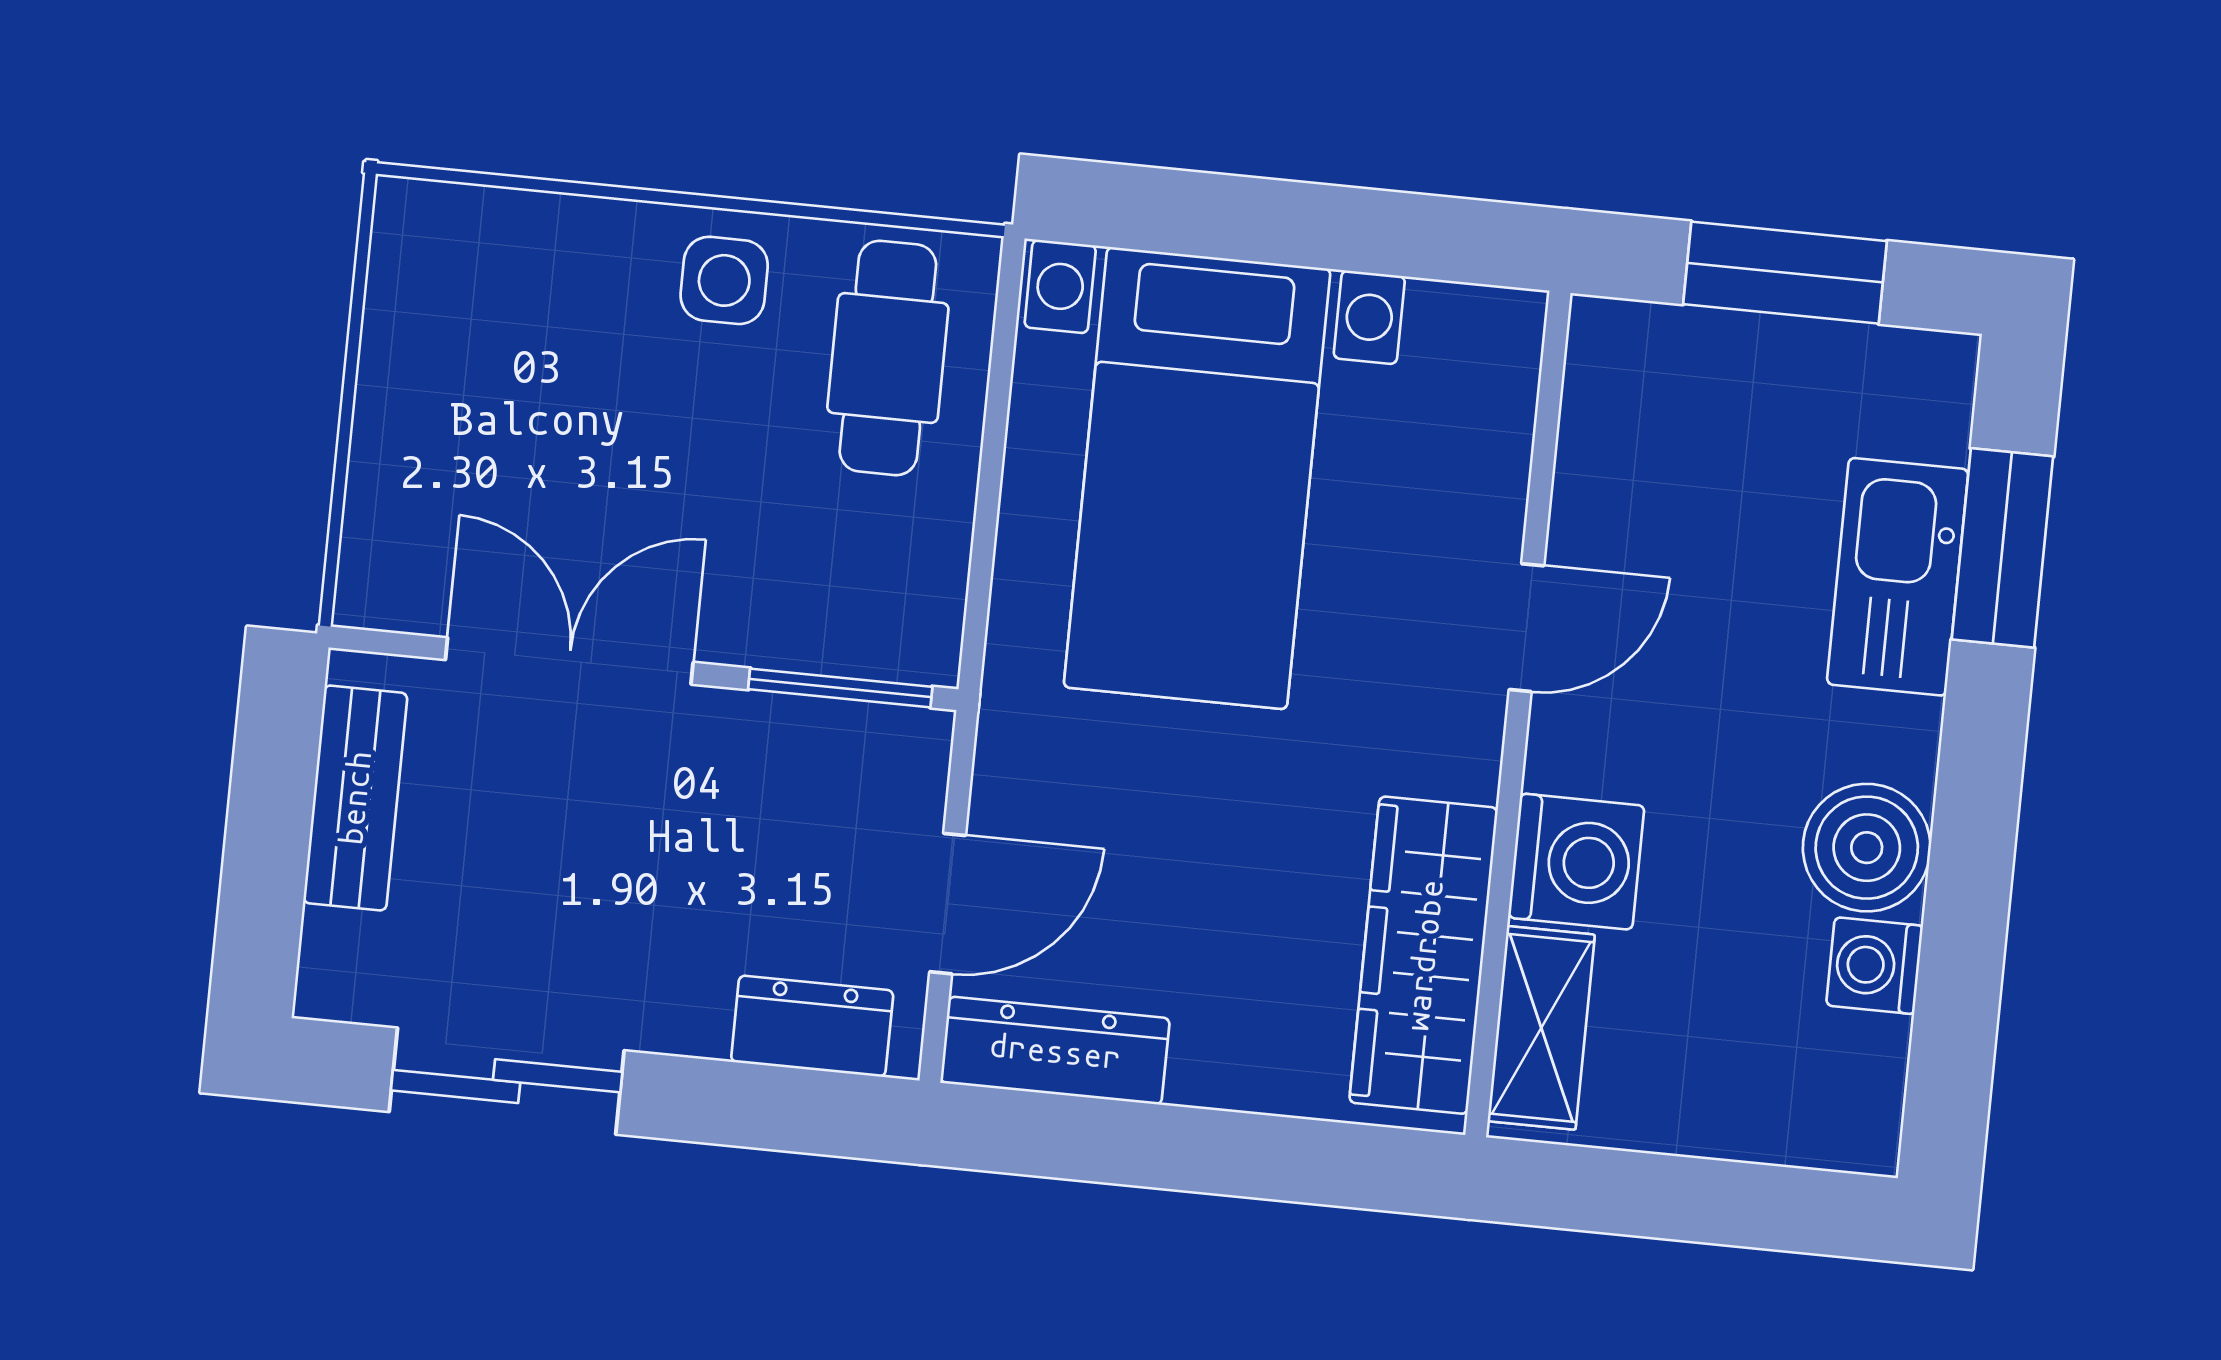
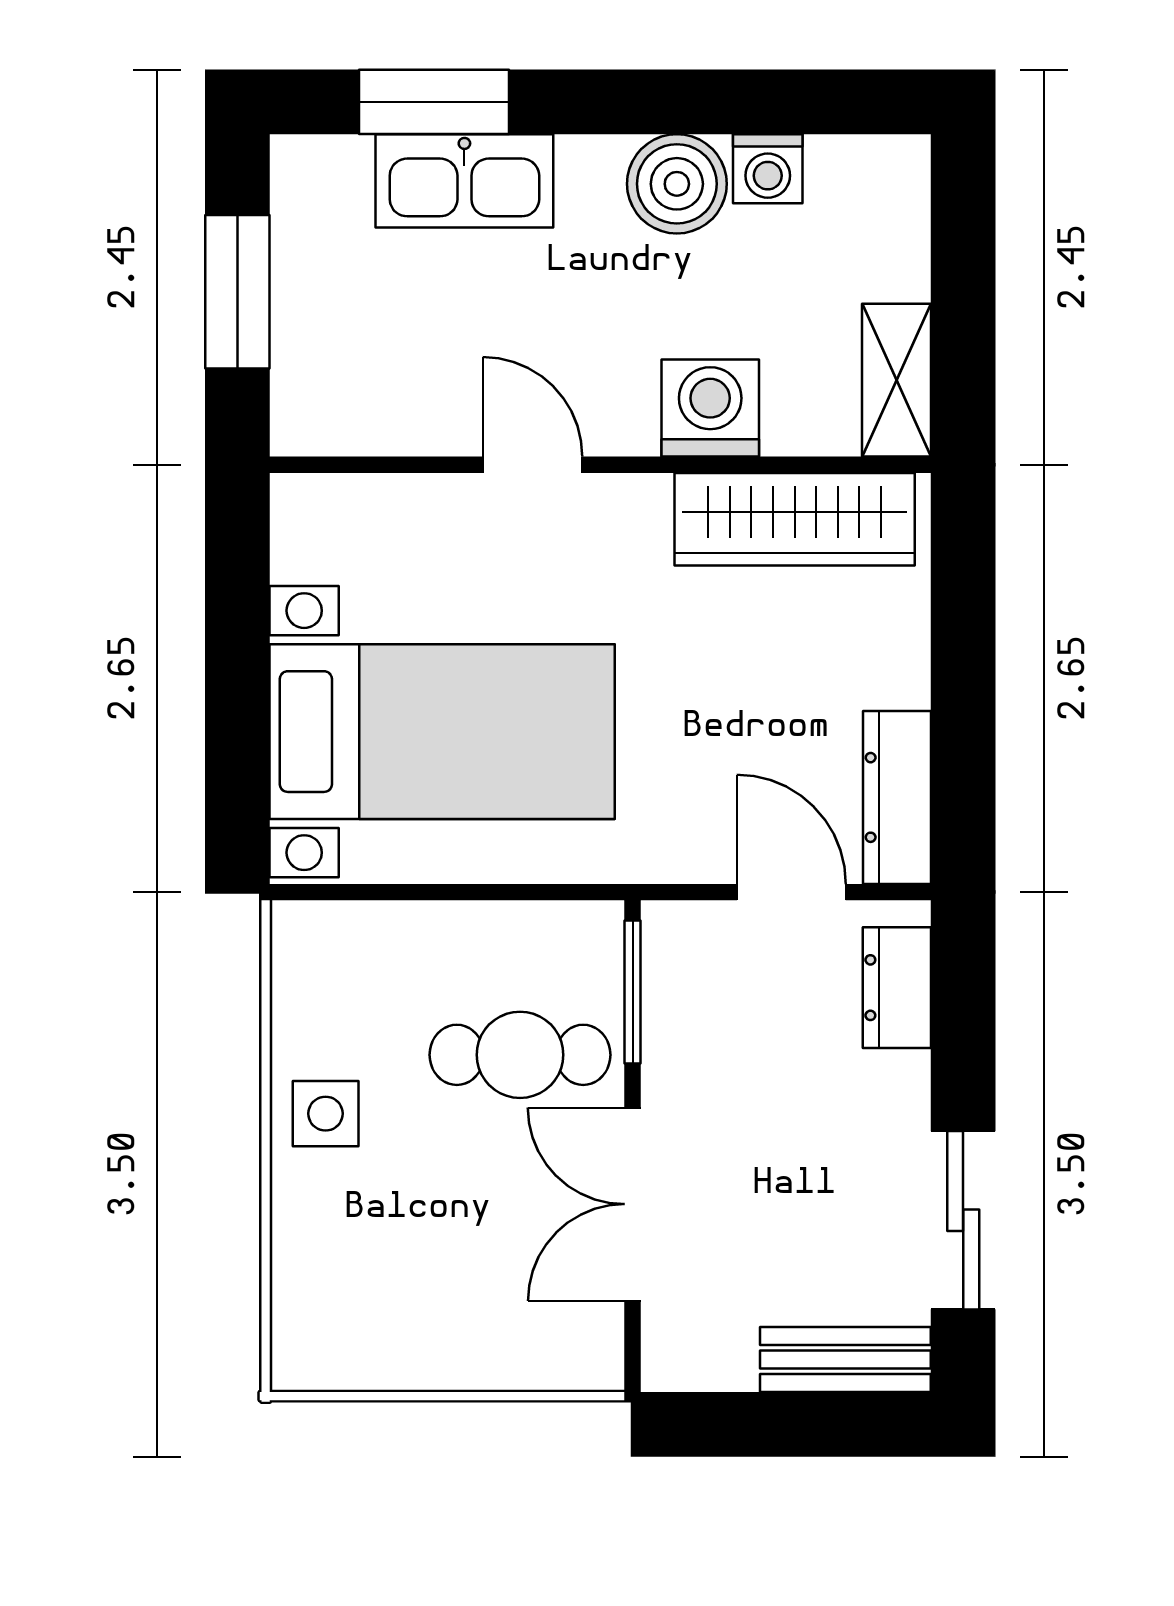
cafe table: (888, 358) -> (520, 1055), moved
bench: (355, 798) -> (845, 1360), moved
shelving: (1541, 1028) -> (897, 380), moved, turned 90

